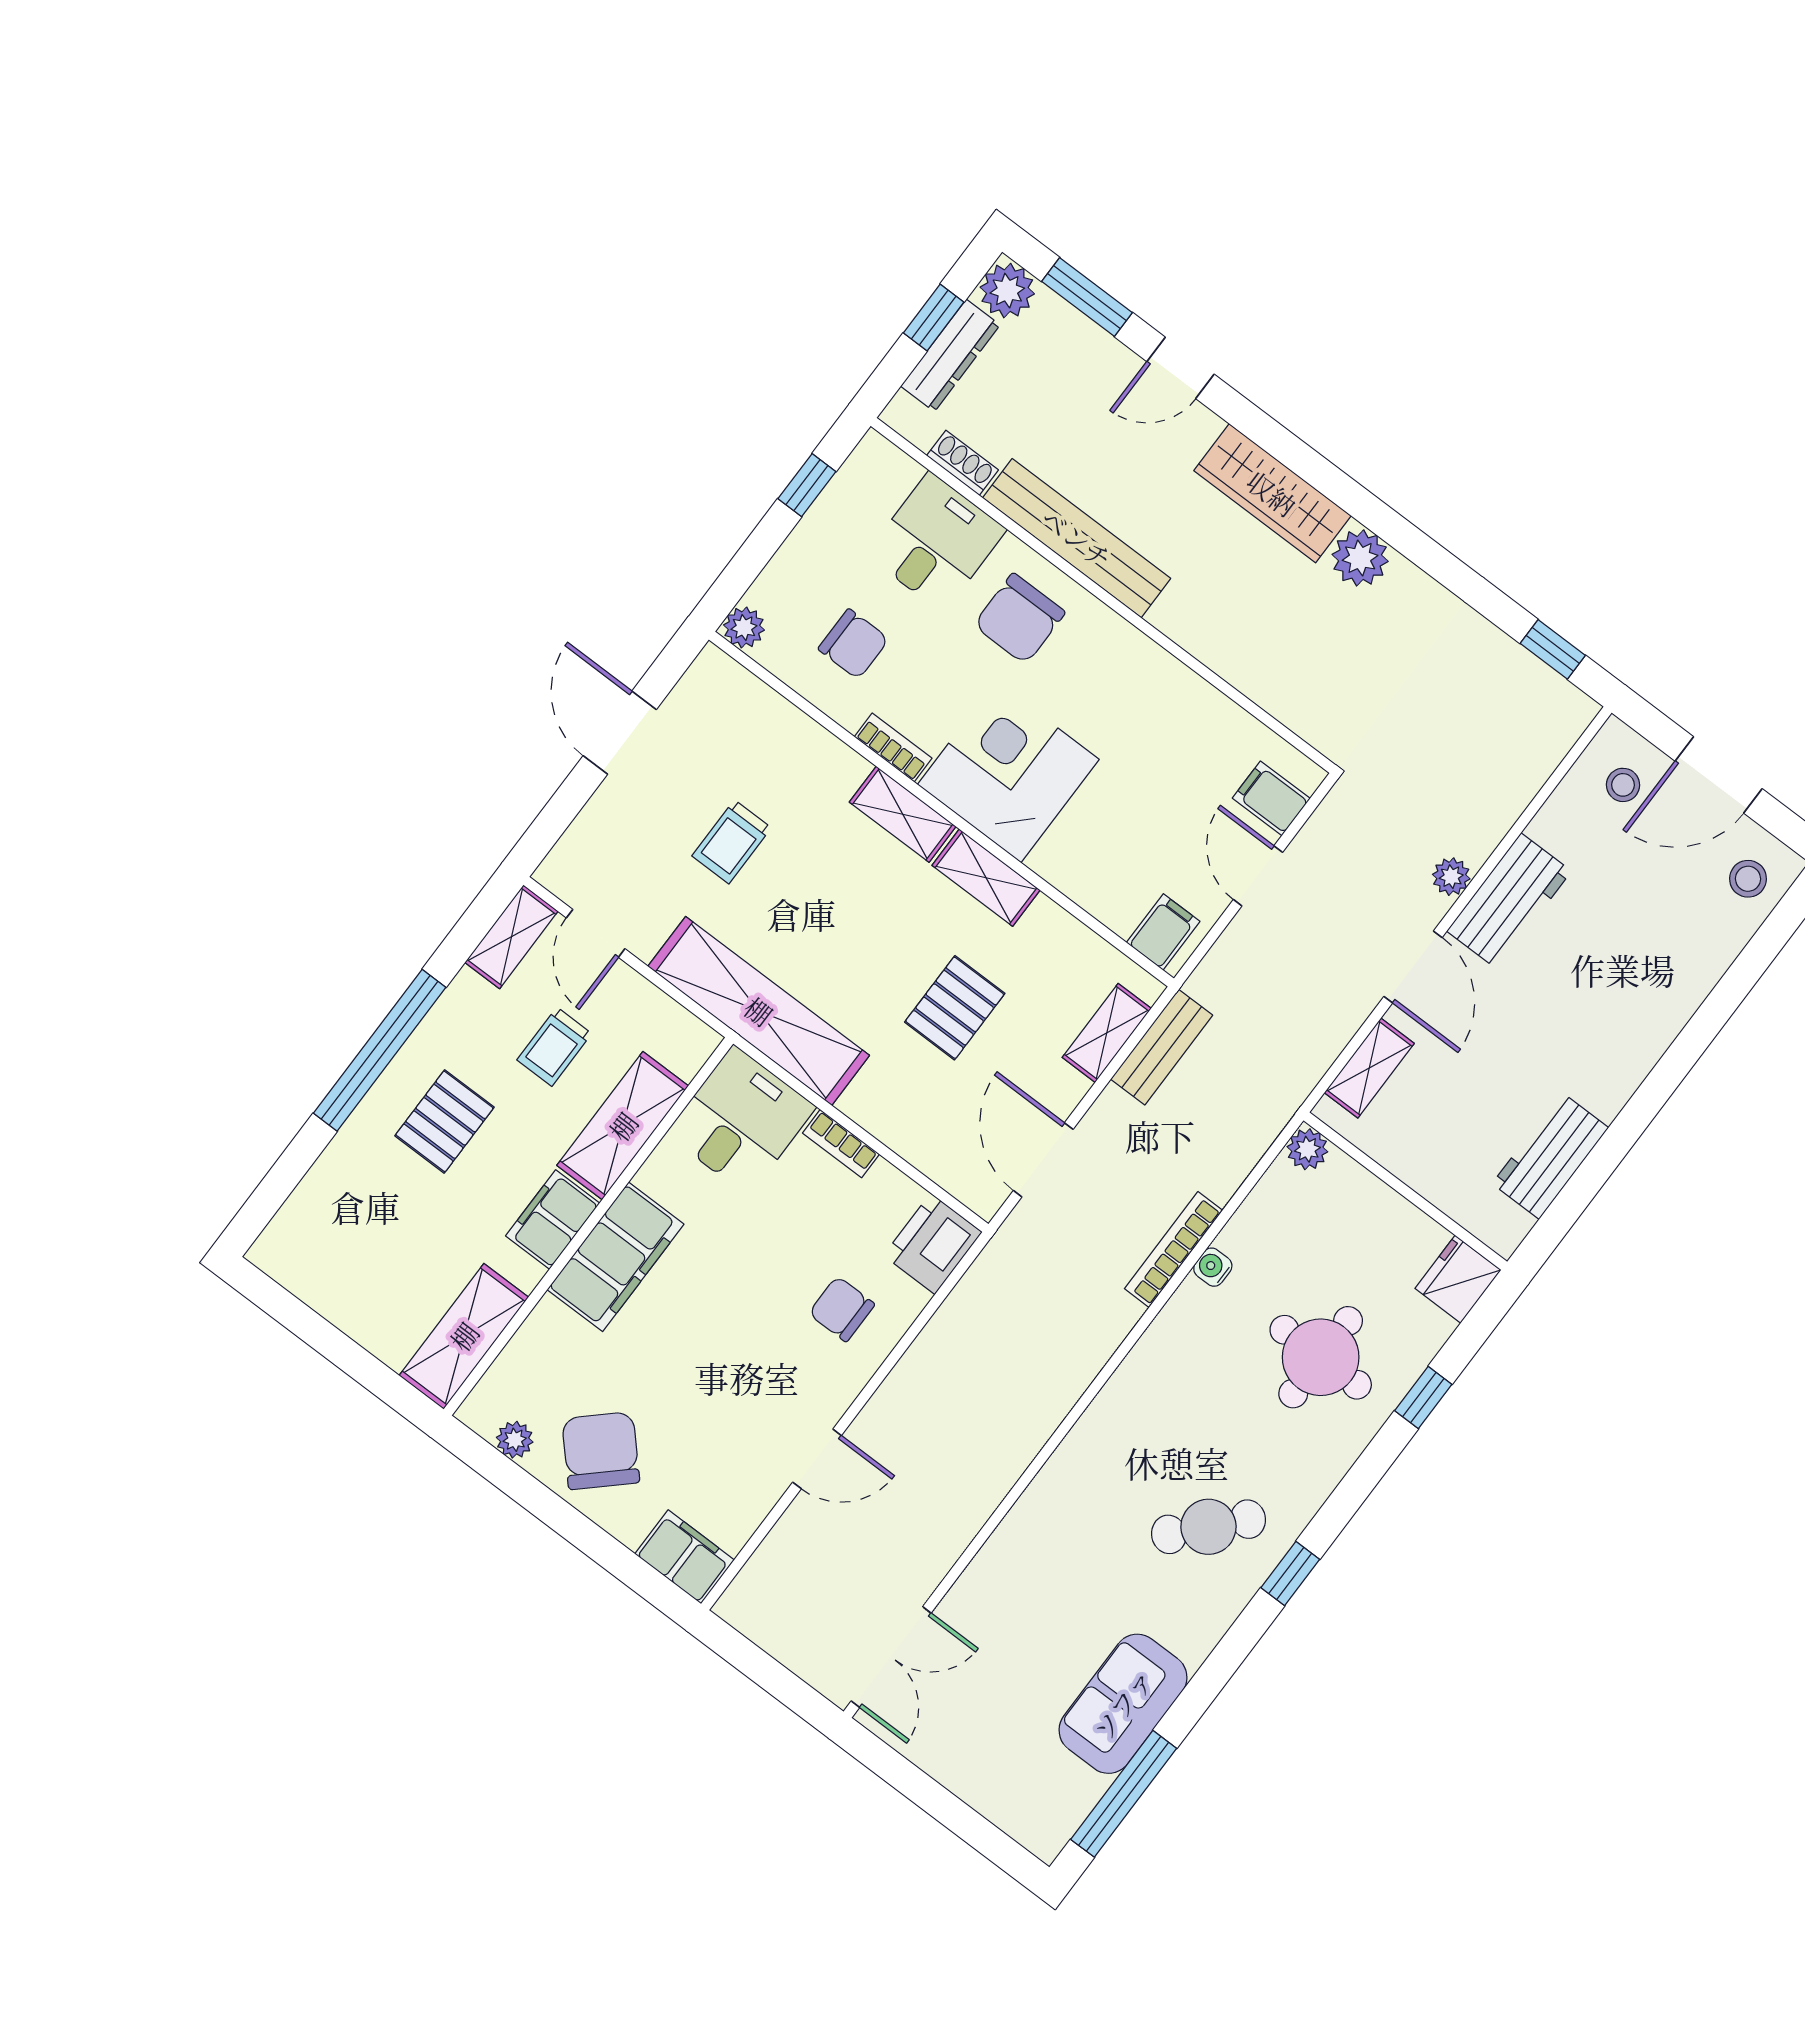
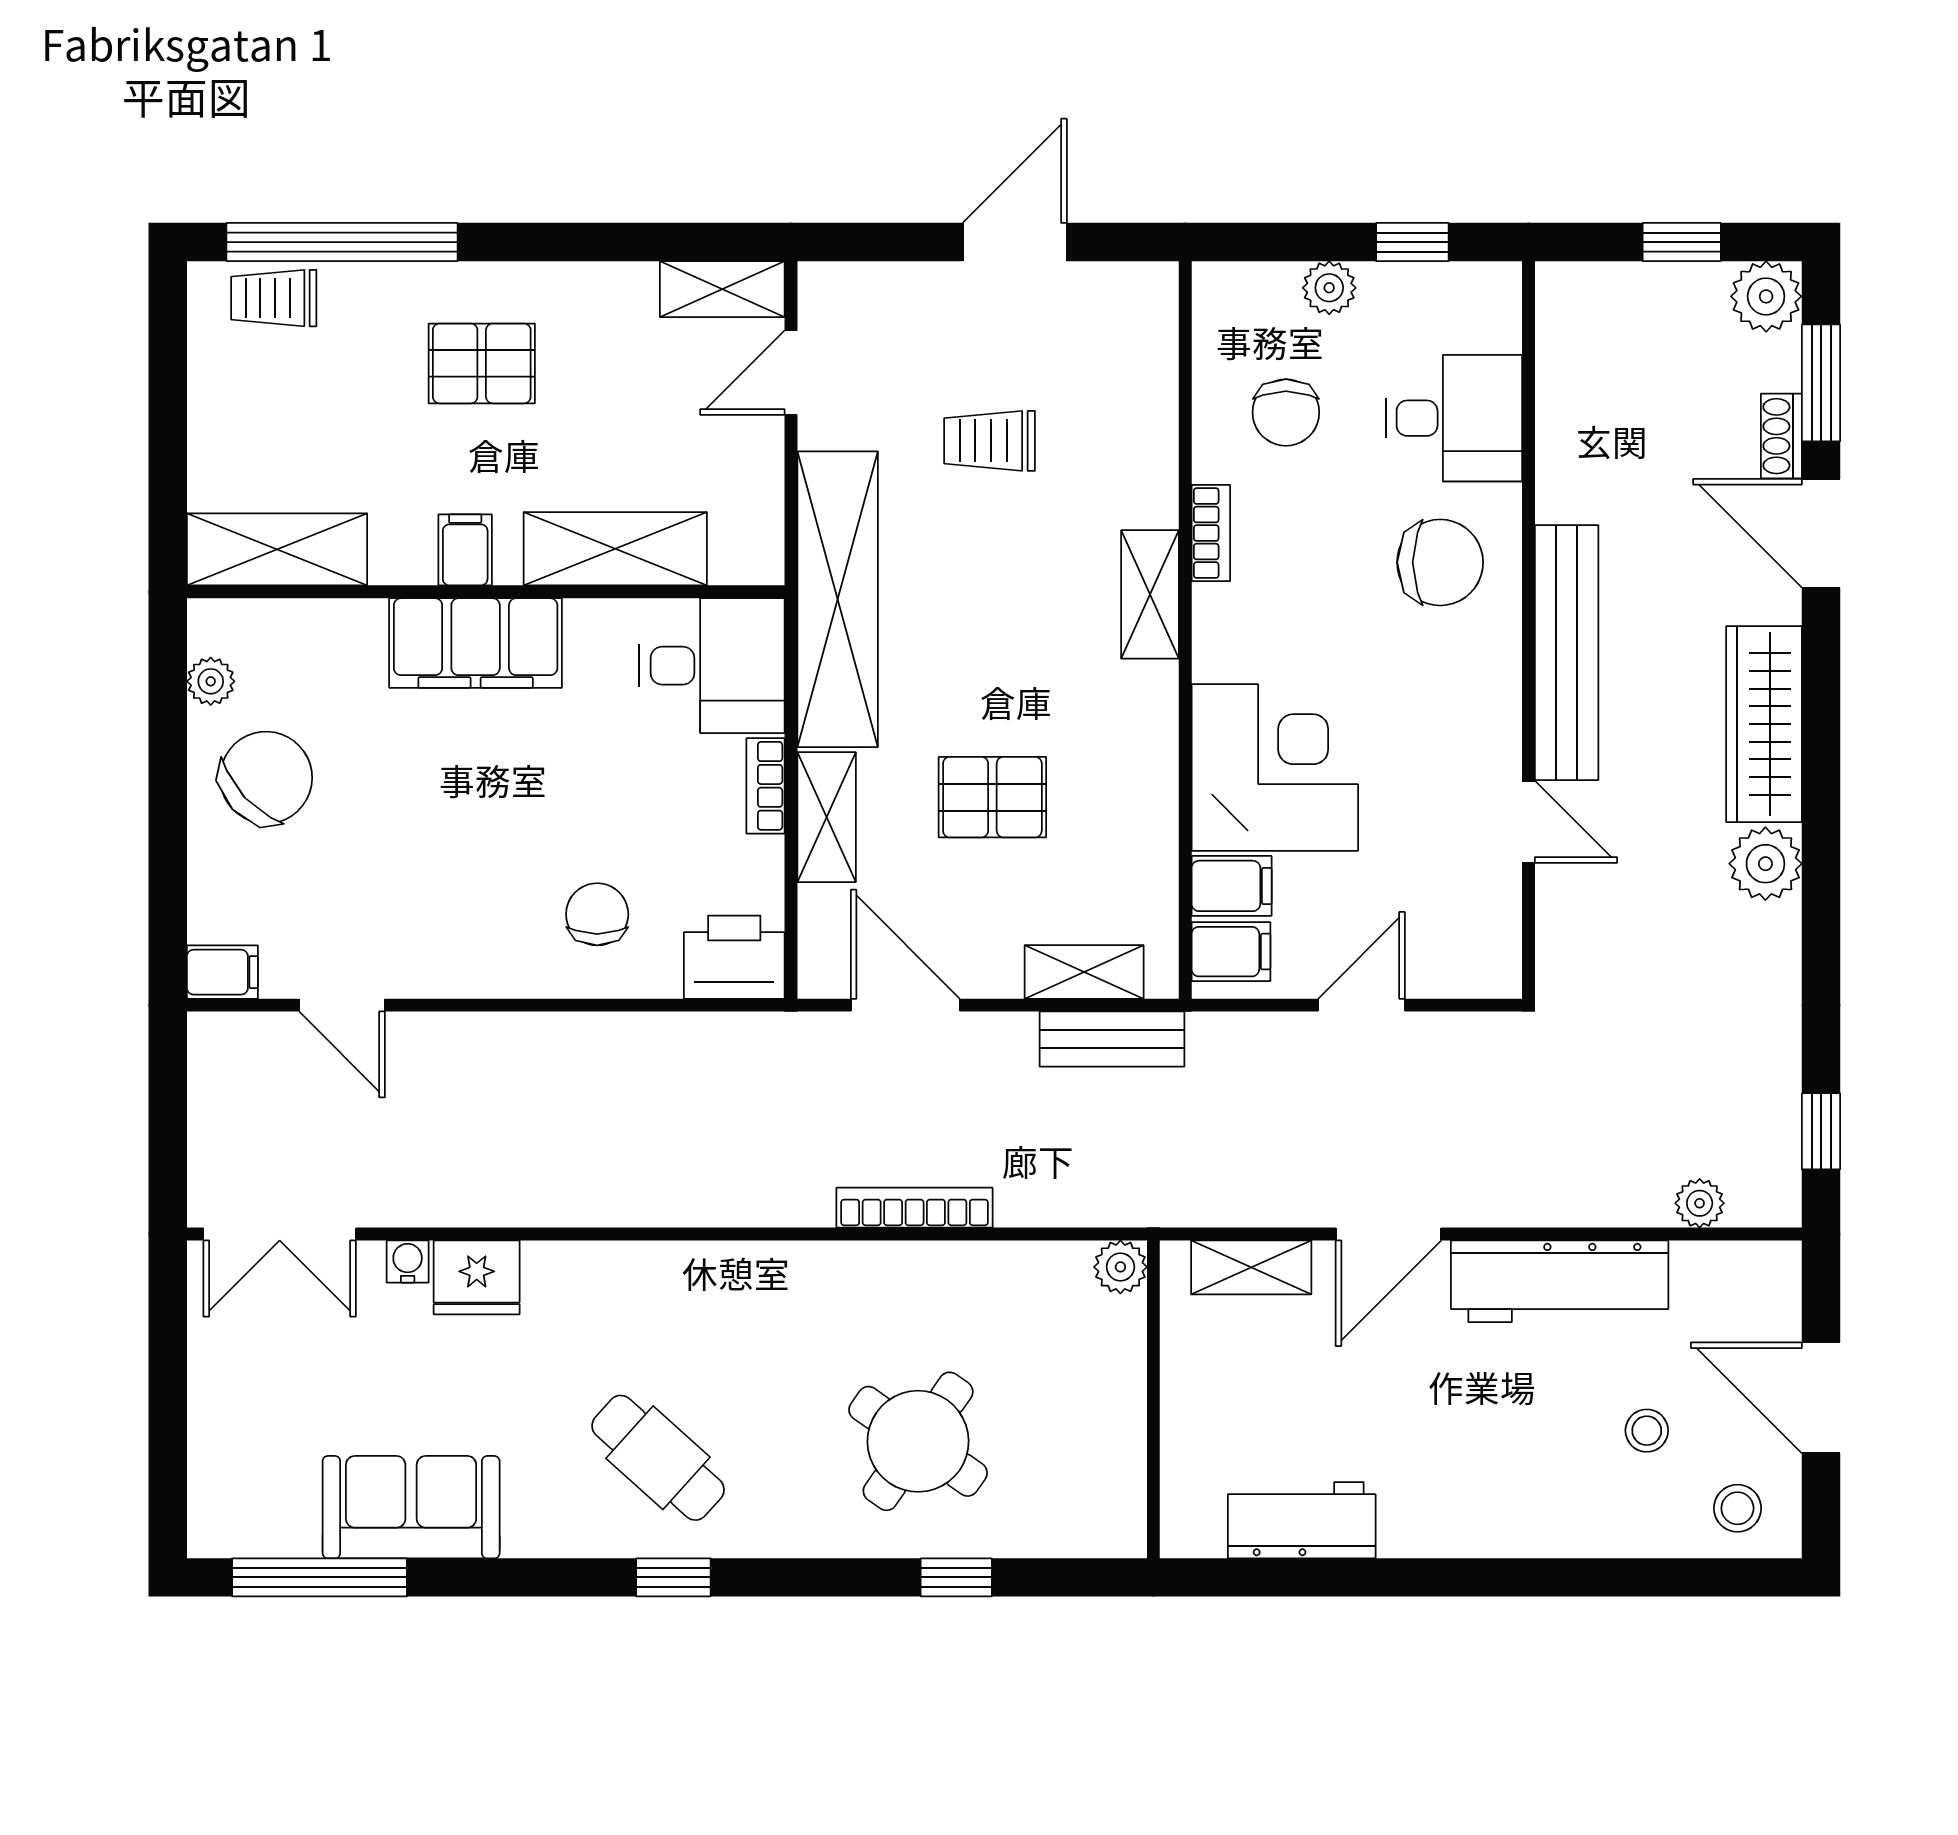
dresser: (950, 356) -> (1656, 289), removed
door: (1181, 368) -> (1821, 533), width x1.38
shoe rack: (962, 463) -> (1781, 436), moved, turned 180
bench: (1077, 538) -> (1567, 653), moved
chair: (1019, 619) -> (1440, 562), turned 180
plant: (744, 628) -> (1329, 288), moved
door: (1222, 686) -> (1529, 822), added
corner desk: (1008, 772) -> (1275, 768), moved
stool: (1623, 785) -> (1647, 1431), moved
filing cabinet: (1271, 798) -> (1232, 886), moved, turned 90
plant: (1451, 877) -> (1700, 1203), moved
shelving: (986, 878) -> (827, 817), moved
workbench: (1509, 901) -> (1560, 1281), width x1.38
trolley: (554, 1047) -> (274, 298), moved
window: (380, 1050) -> (342, 242), moved
door: (1043, 1160) -> (905, 1005), hinge flipped
filing cabinet: (553, 1220) -> (465, 550), width x0.50
water cooler: (1213, 1267) -> (408, 1261), moved
fridge: (1458, 1279) -> (477, 1277), moved, turned 180
round table: (1321, 1357) -> (918, 1441), turned 35
door: (817, 1459) -> (342, 1005), moved
filing cabinet: (685, 1557) -> (222, 972), width x0.50

